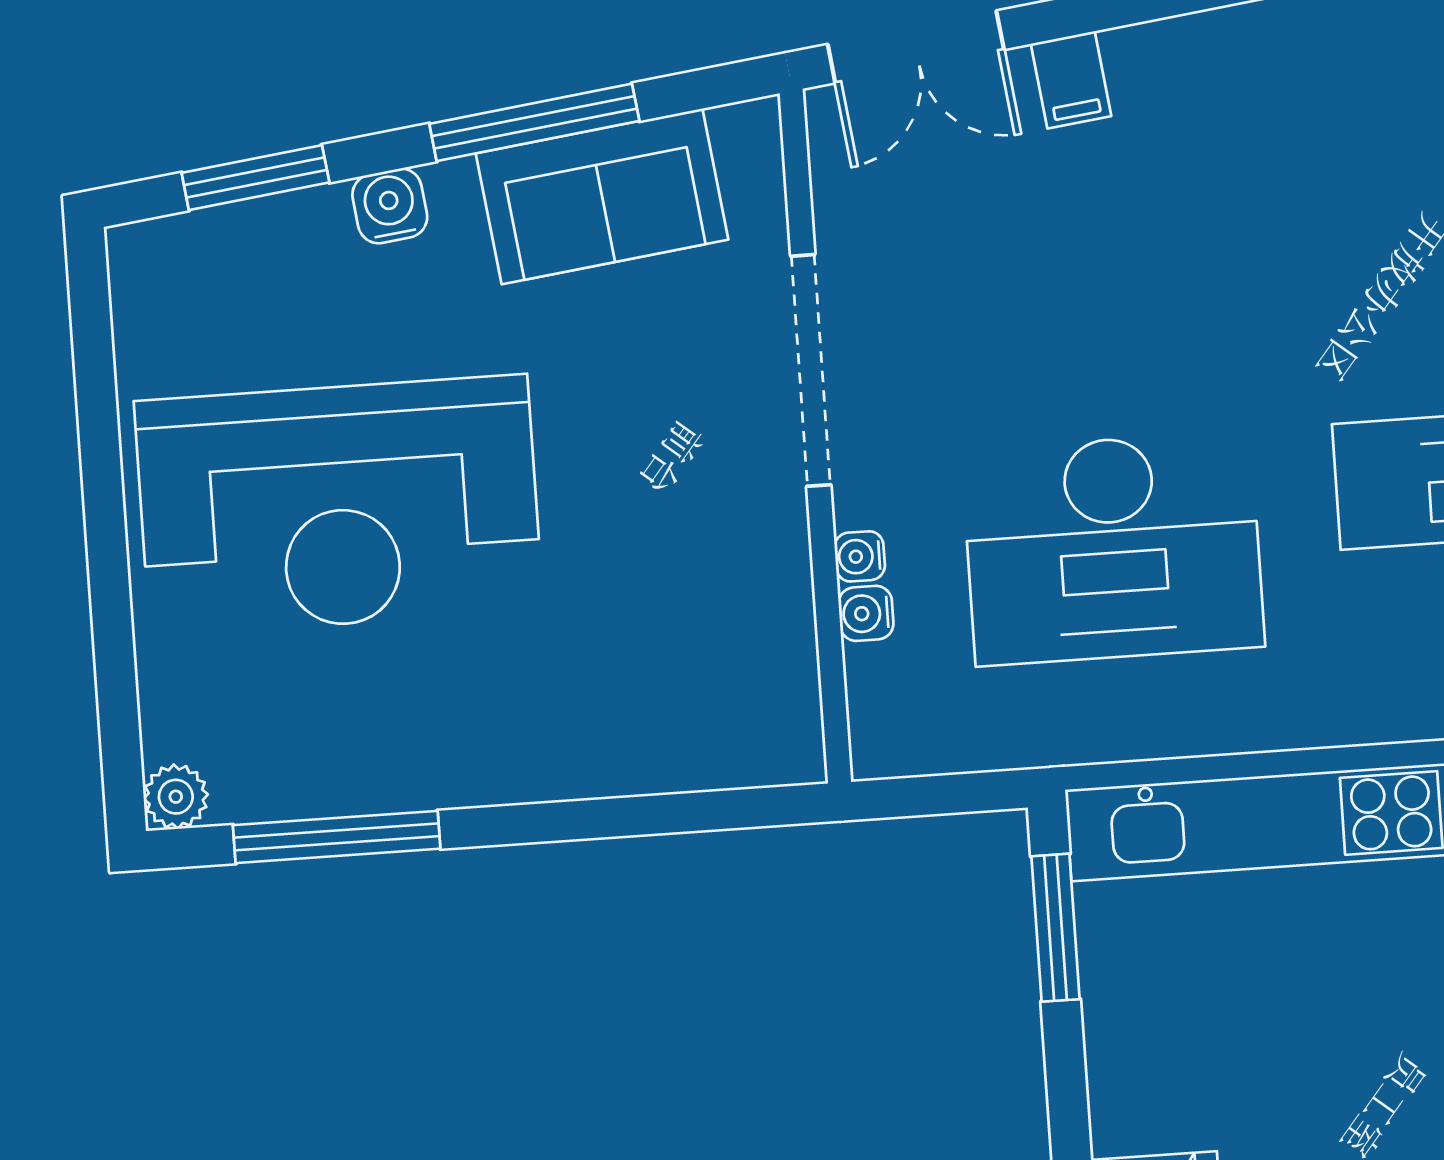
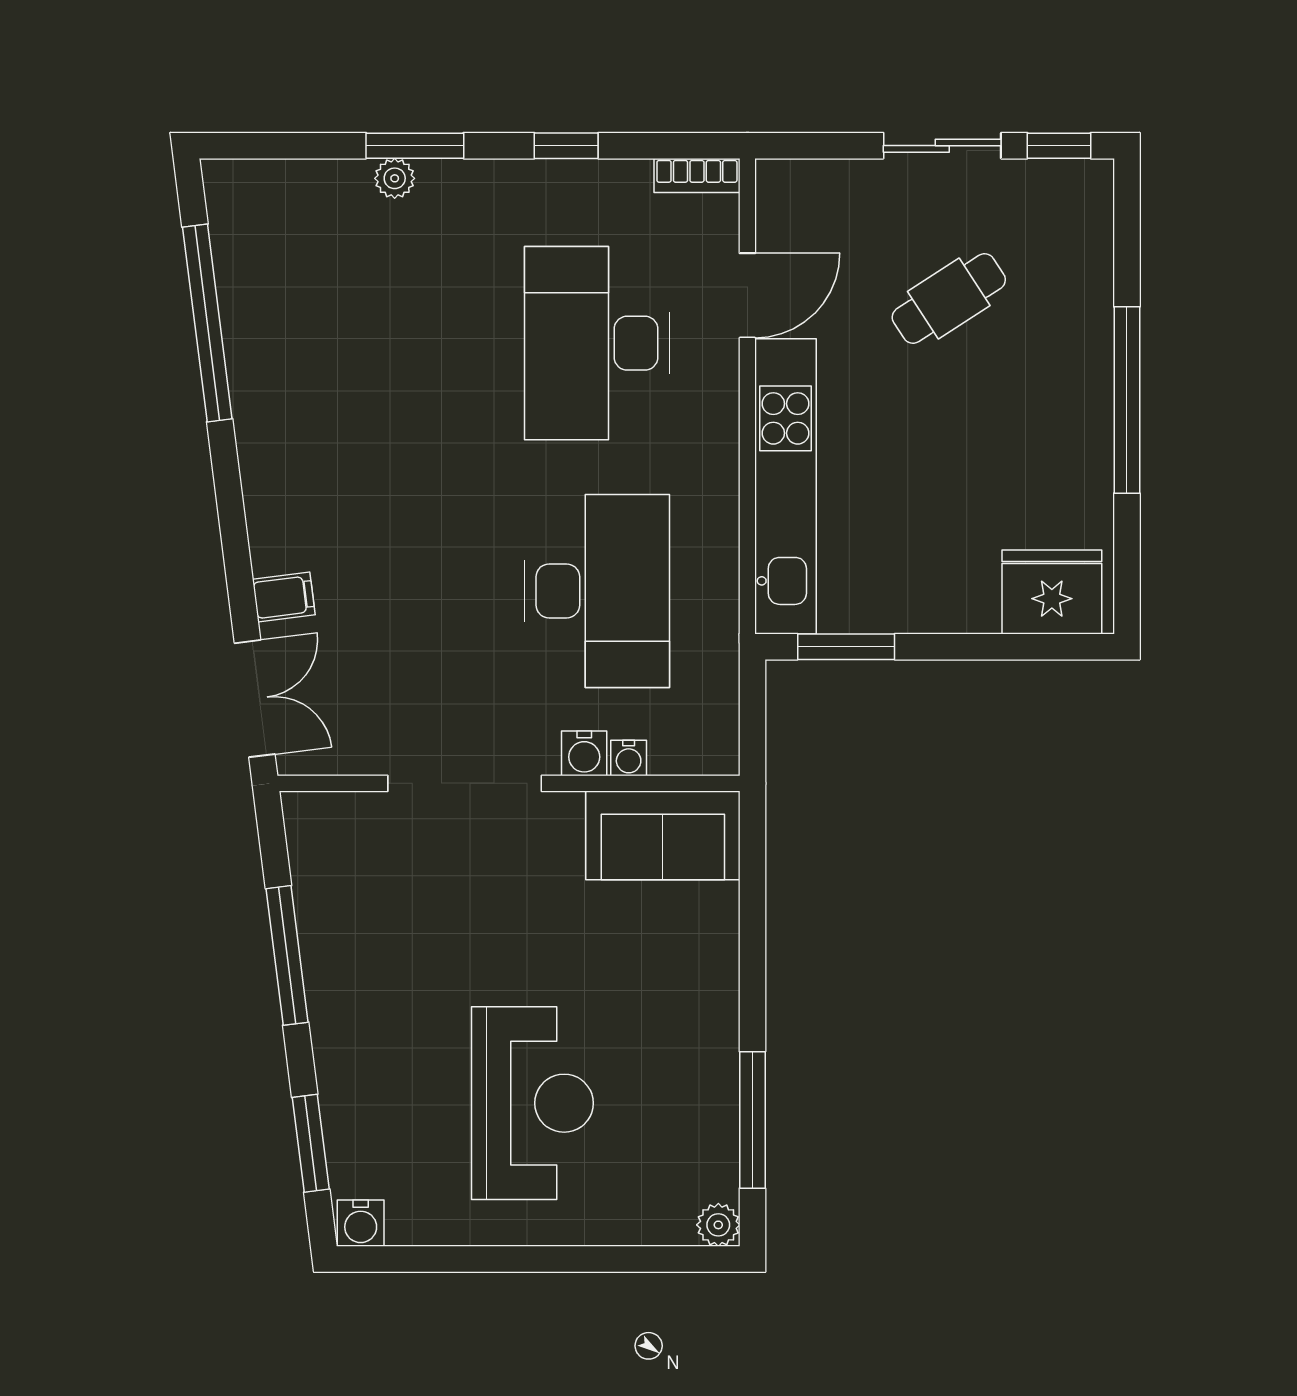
sofa: (602, 196) -> (663, 835), moved, turned 97
water cooler: (390, 206) -> (361, 1223), moved, turned -83
reception desk: (339, 506) -> (532, 1103), width x0.74, depth x0.77
water cooler: (860, 556) -> (584, 753), width x1.38, depth x1.38

